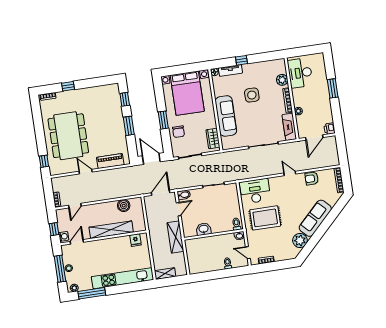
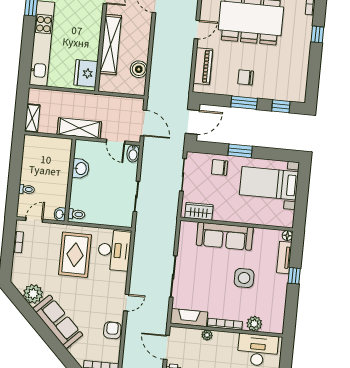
bed with nightstands: (187, 93) -> (269, 183), width x0.73
chair: (111, 129) -> (246, 77), added
fridge: (136, 240) -> (86, 73), width x1.88, depth x1.34
shelving: (165, 274) -> (32, 118), moved

